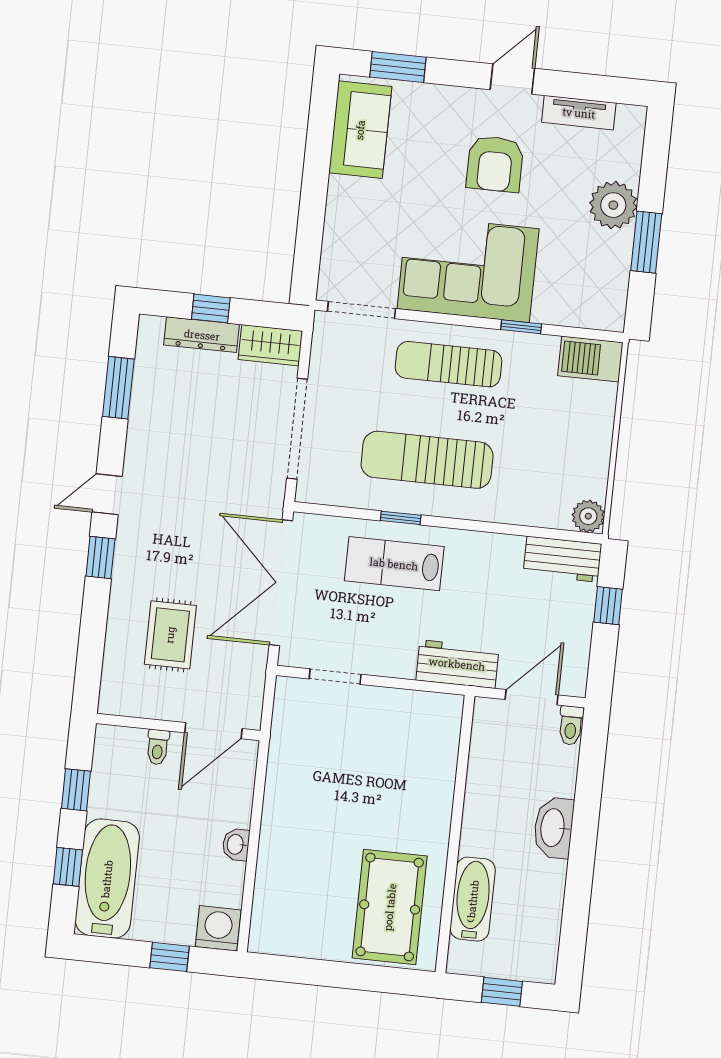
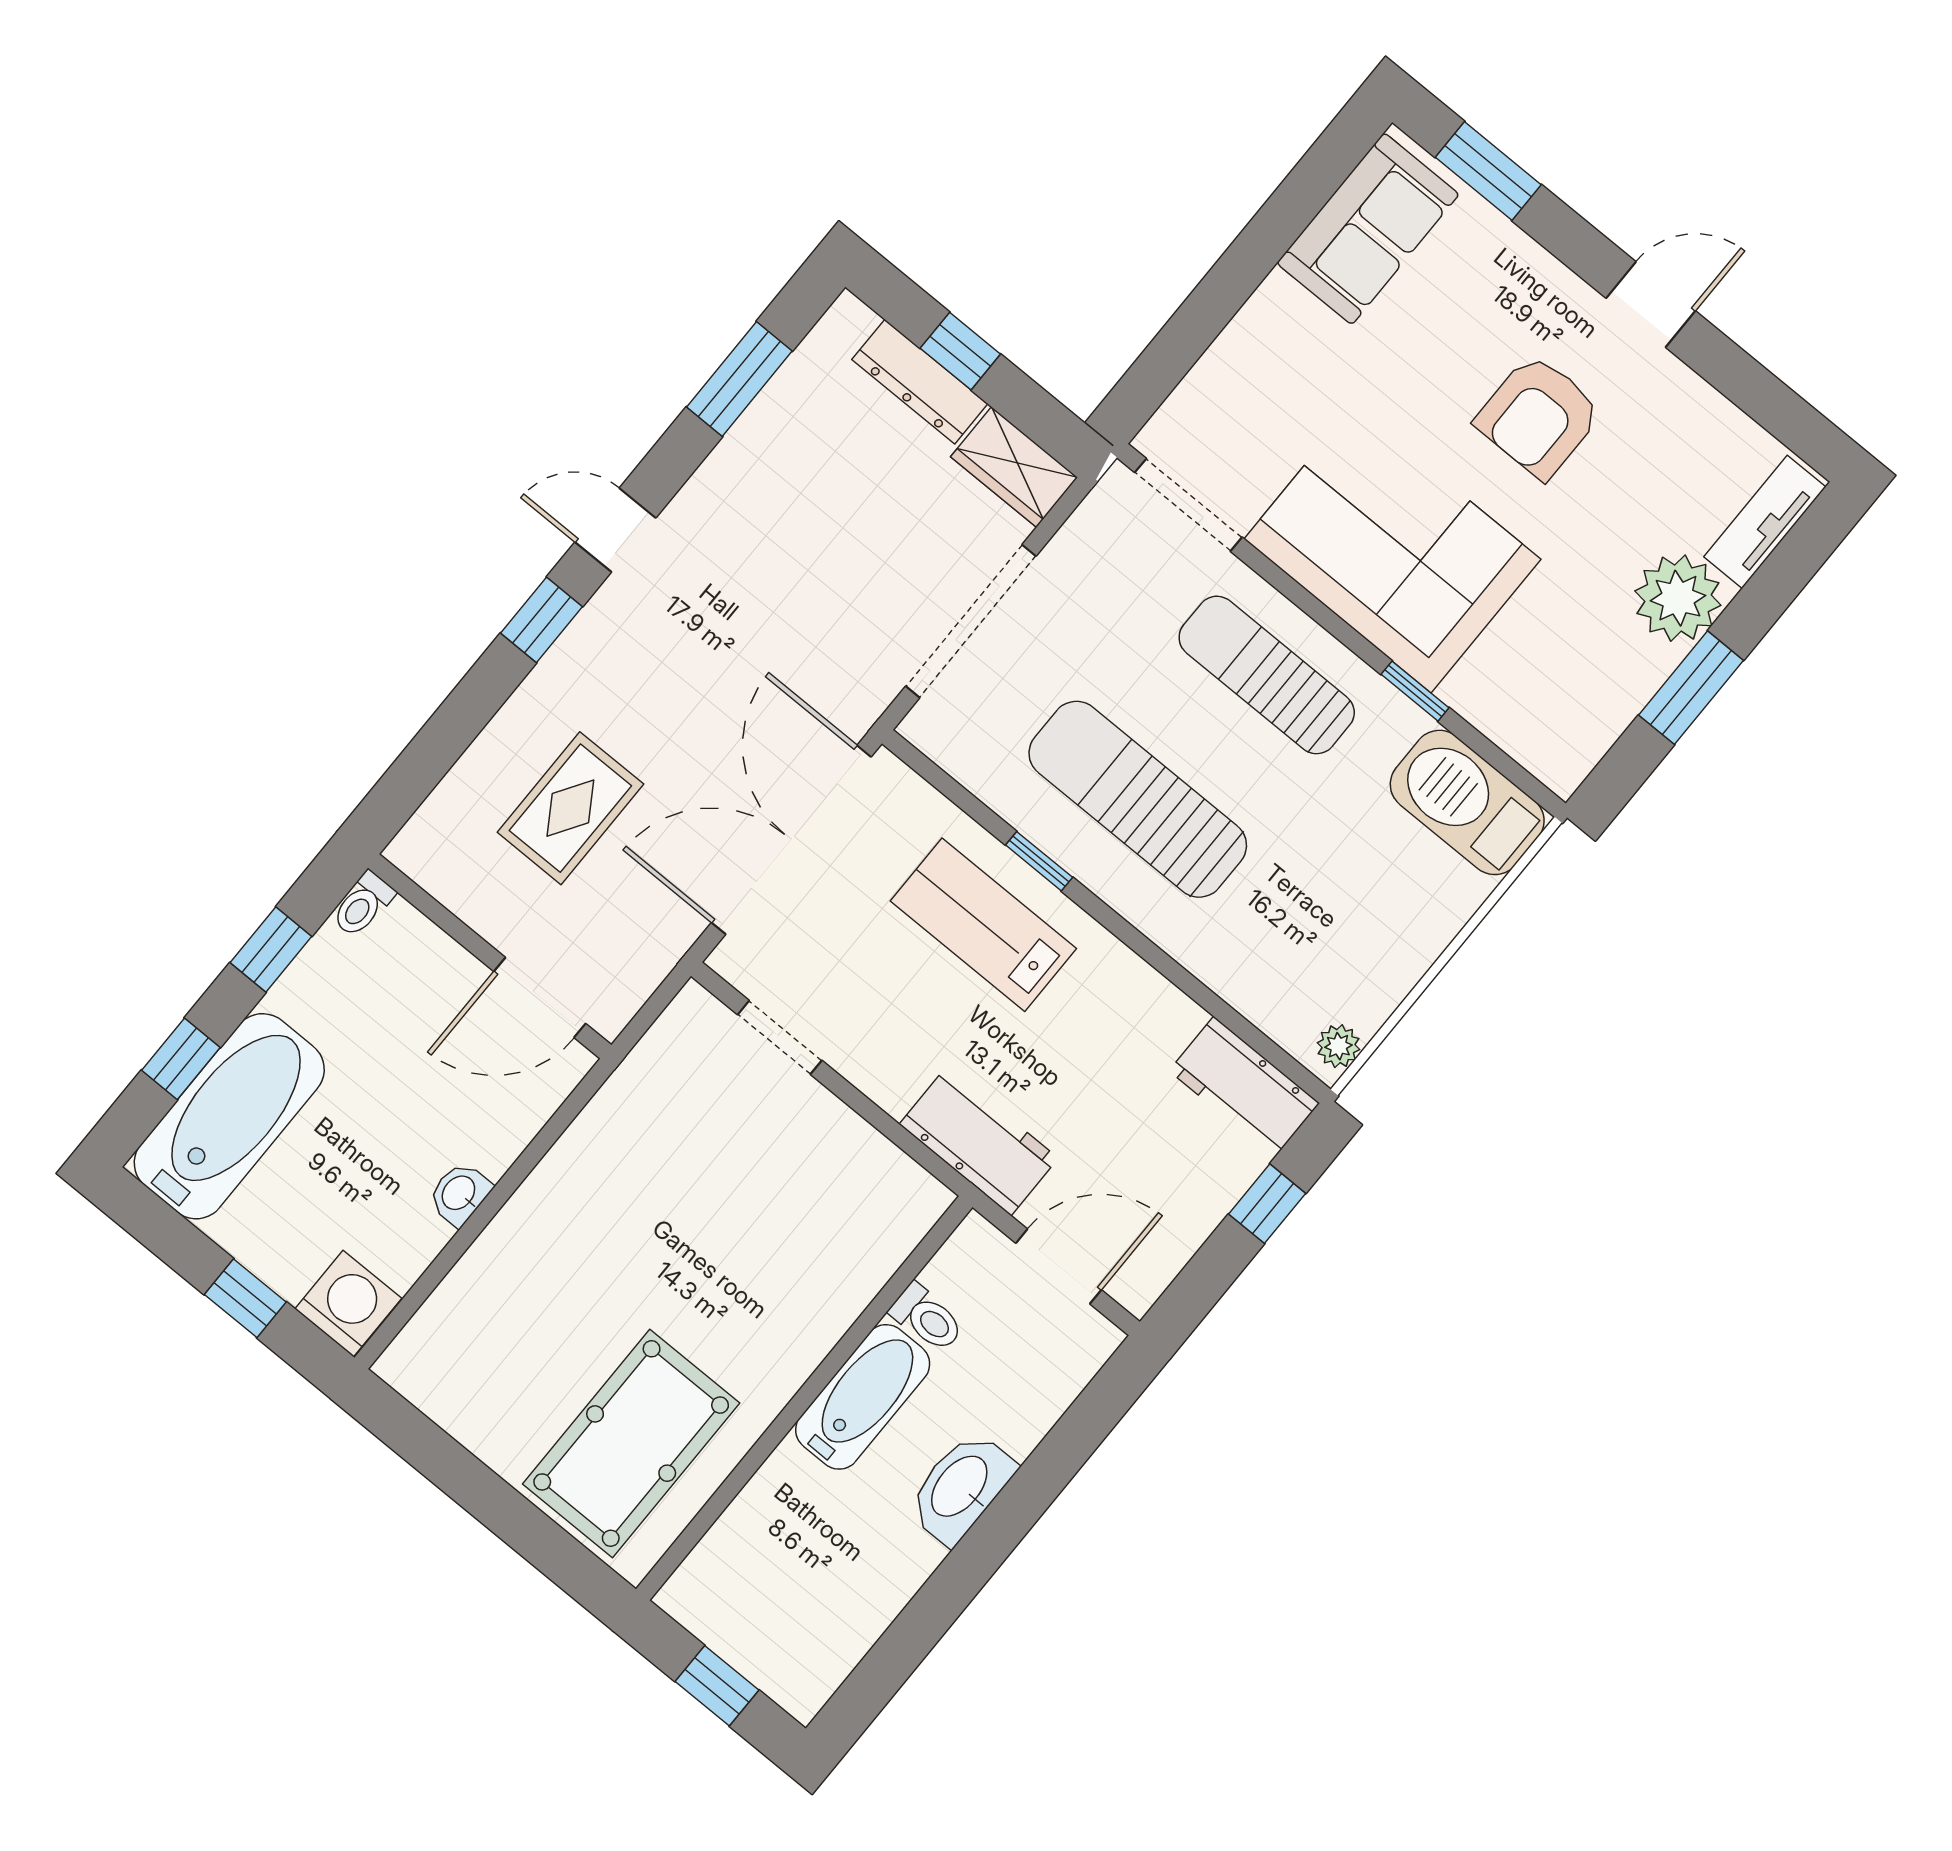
tv unit: (579, 113) -> (1765, 522), moved, turned 90
barbecue: (590, 359) -> (1467, 802), width x1.37, depth x1.21
plant: (588, 516) -> (1338, 1046), width x0.73, depth x0.73
toilet: (571, 726) -> (927, 1318), moved, turned -90
toilet: (158, 747) -> (363, 905), moved
bathtub: (473, 899) -> (863, 1397), moved

